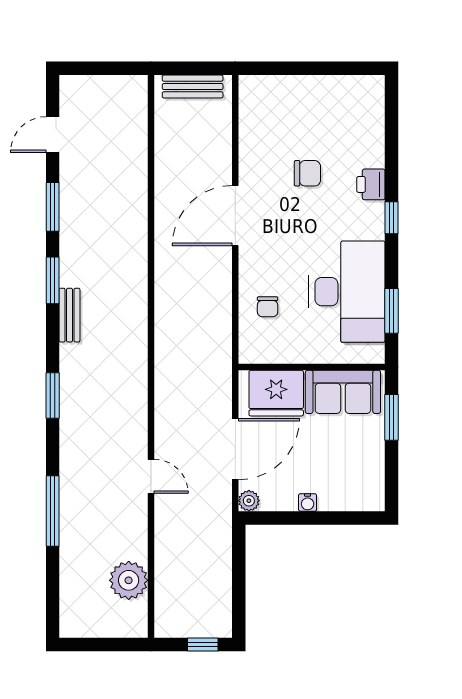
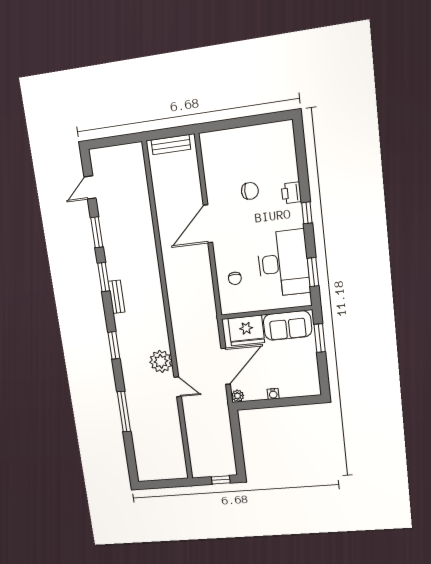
plant: (129, 580) -> (161, 361), moved

